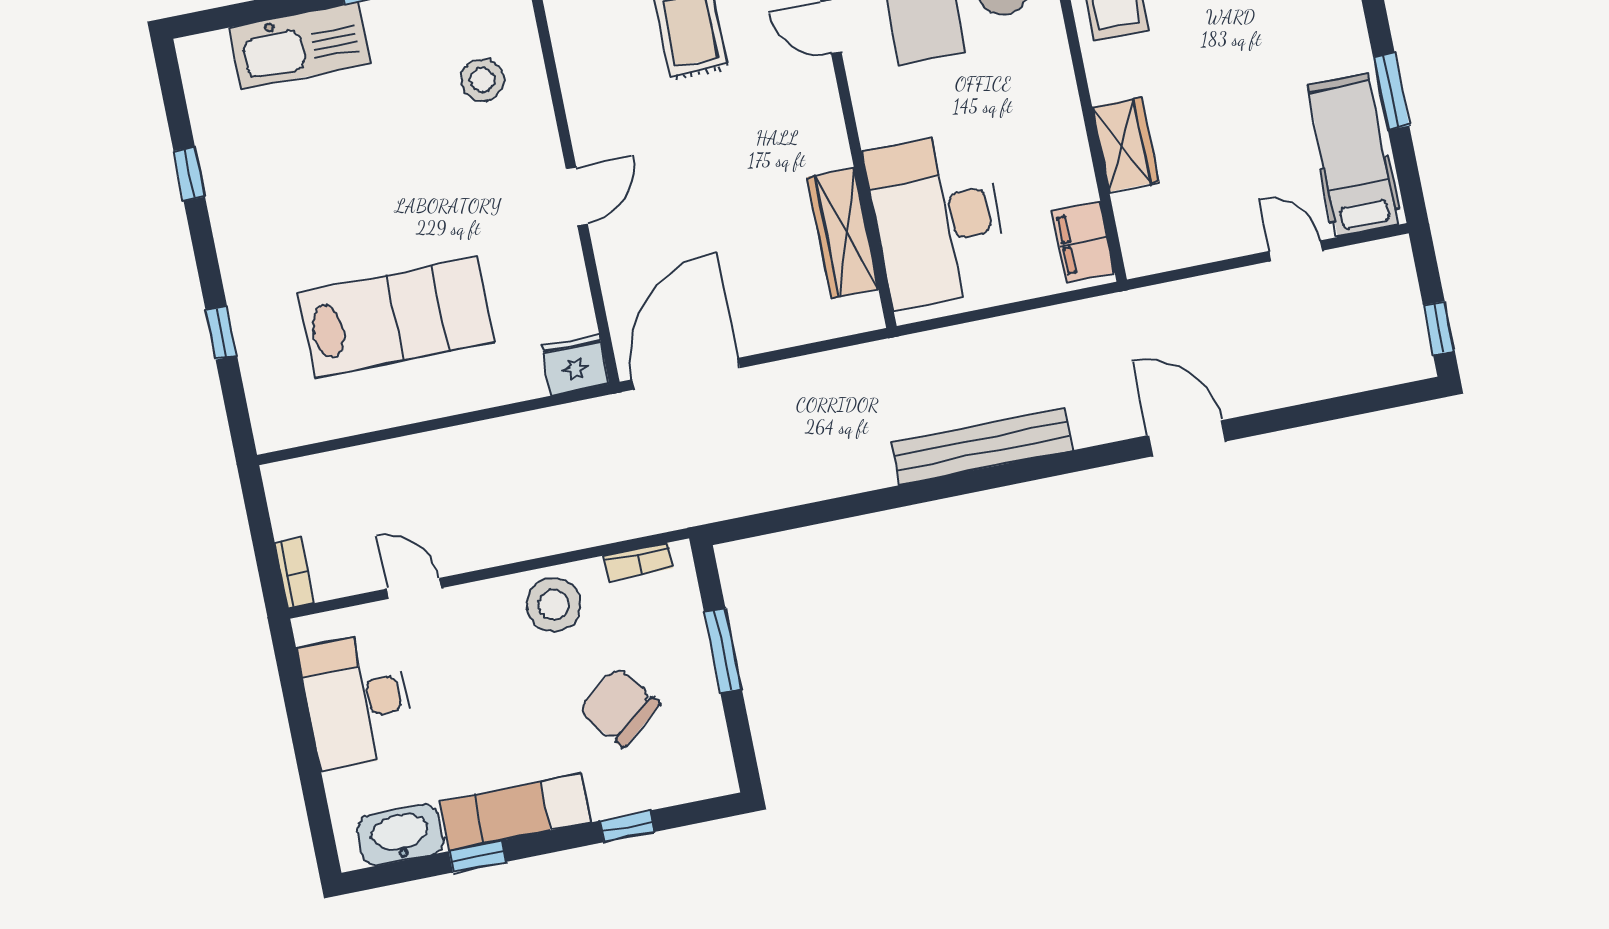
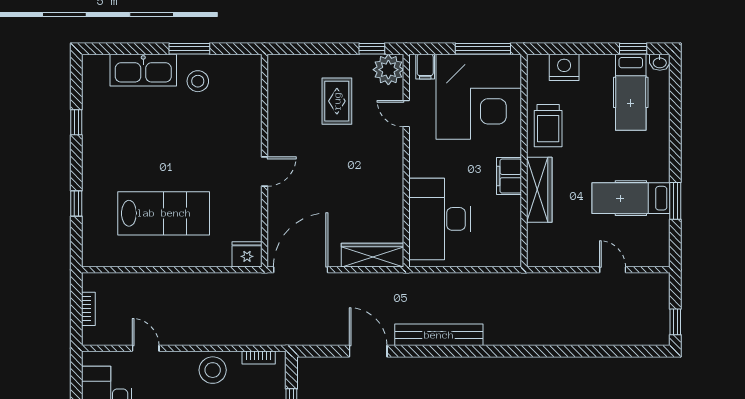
stool: (482, 80) -> (198, 81), moved
wardrobe: (1125, 144) -> (539, 190), width x1.50
hospital bed: (1353, 155) -> (631, 198), moved, turned -90
wardrobe: (843, 233) -> (373, 255), moved, turned 90
filing cabinet: (1083, 242) -> (509, 176), moved
door: (1187, 438) -> (368, 351), moved
bookcase: (294, 573) -> (88, 309), moved

